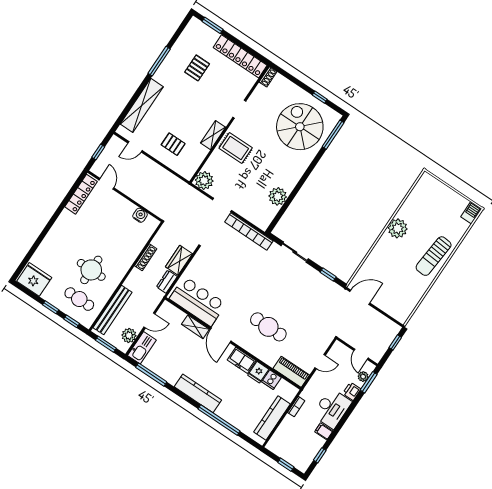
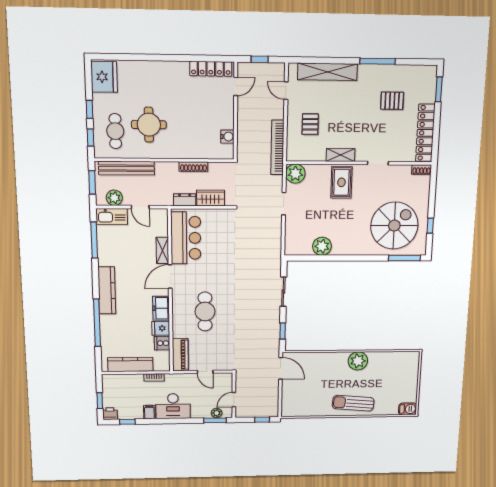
bookcase: (249, 231) -> (277, 147), moved
printer: (352, 391) -> (110, 414), moved

